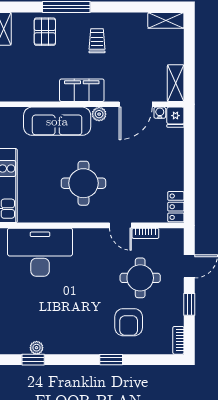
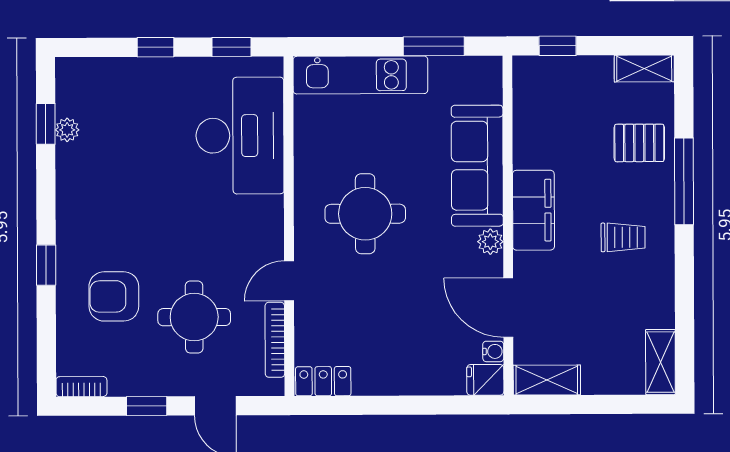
bookcase: (145, 233) -> (275, 340), width x1.56

